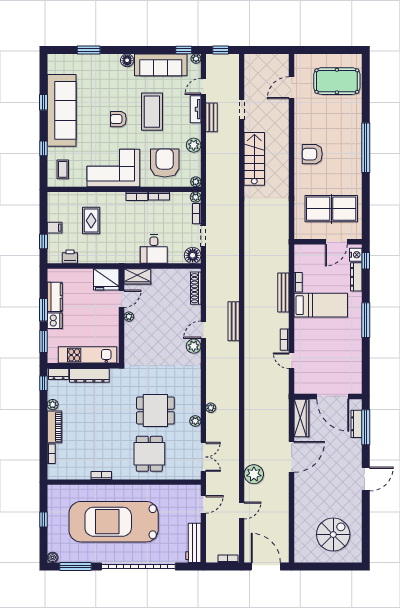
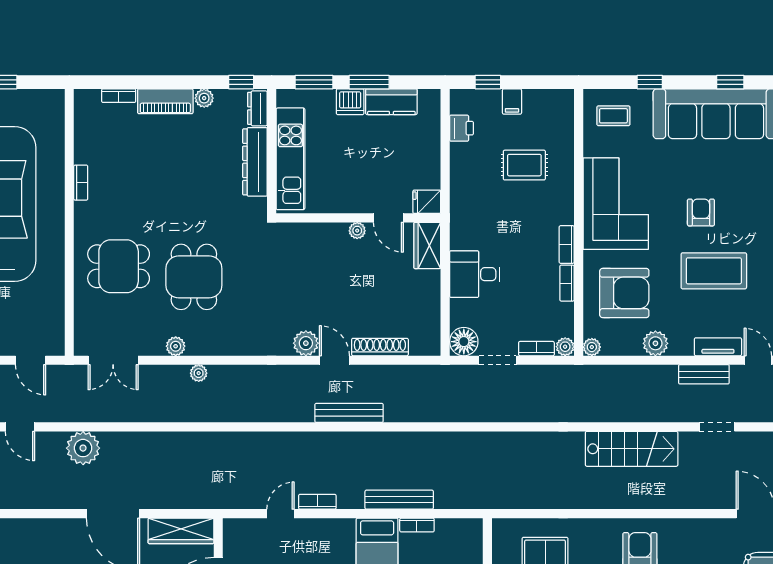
fridge: (106, 279) -> (427, 202), width x0.53, depth x0.75
shoe rack: (196, 288) -> (380, 347), moved

